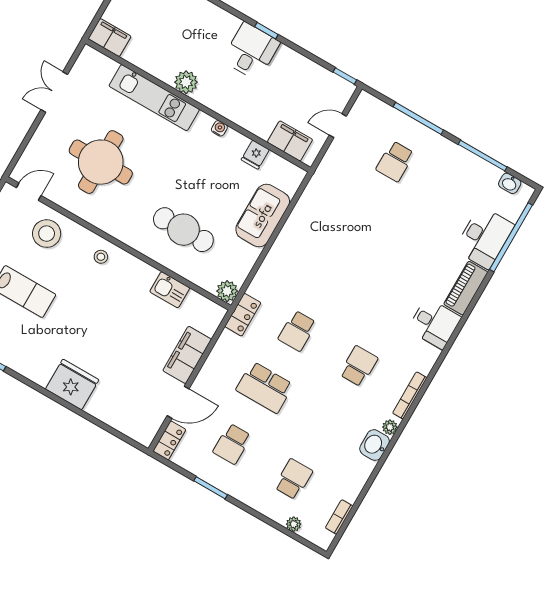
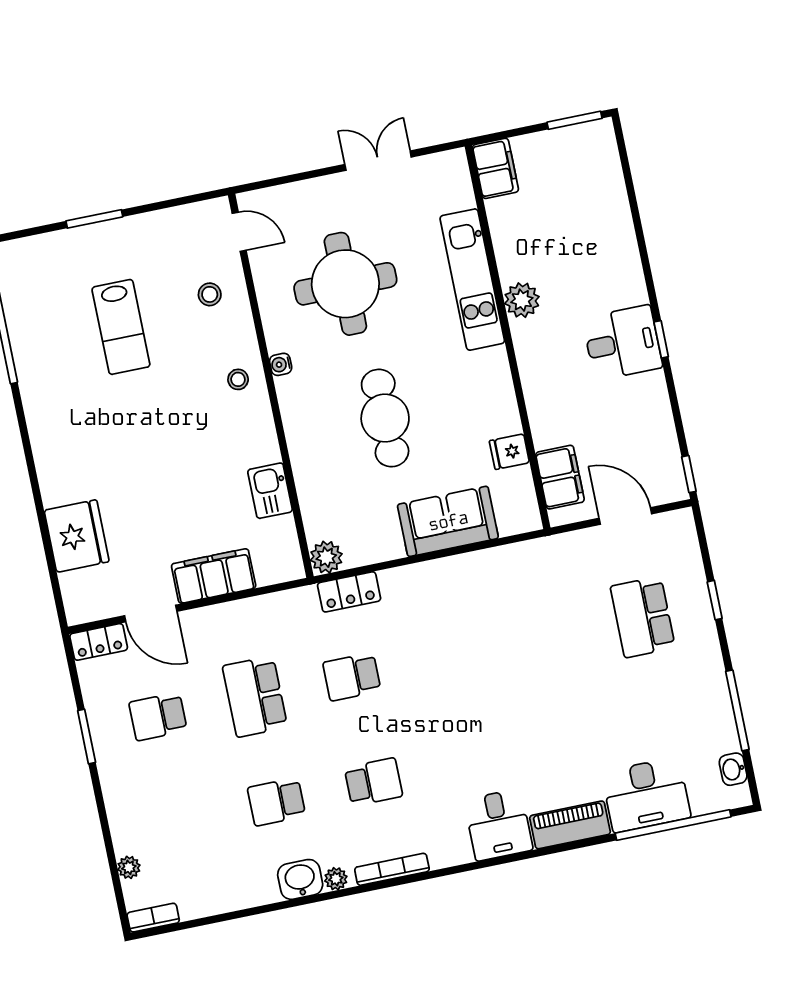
window: (418, 118) -> (715, 600), width x0.46
door: (338, 126) -> (625, 516), width x1.38
water cooler: (219, 128) -> (281, 364), moved, turned 180
school desk: (395, 161) -> (643, 617), width x1.85
cafe table: (183, 230) -> (385, 418), moved
stool: (47, 234) -> (210, 294), width x0.53, depth x0.53
locker: (243, 315) -> (349, 592), moved
fridge: (72, 385) -> (77, 536), moved
school desk: (293, 479) -> (277, 802), moved, turned 180
bookcase: (339, 517) -> (153, 918), moved

